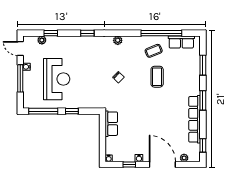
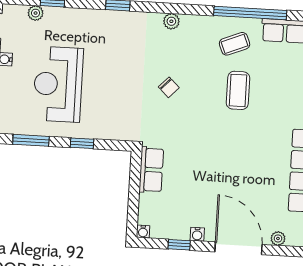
reception desk: (57, 79) -> (58, 84), turned 180
window: (43, 111) -> (31, 140), width x0.69

